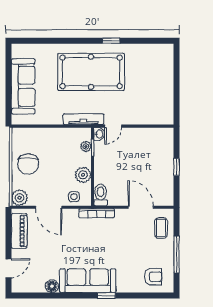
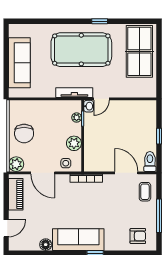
table tennis table: (155, 74) -> (139, 51), added
toilet: (101, 195) -> (150, 162), moved

